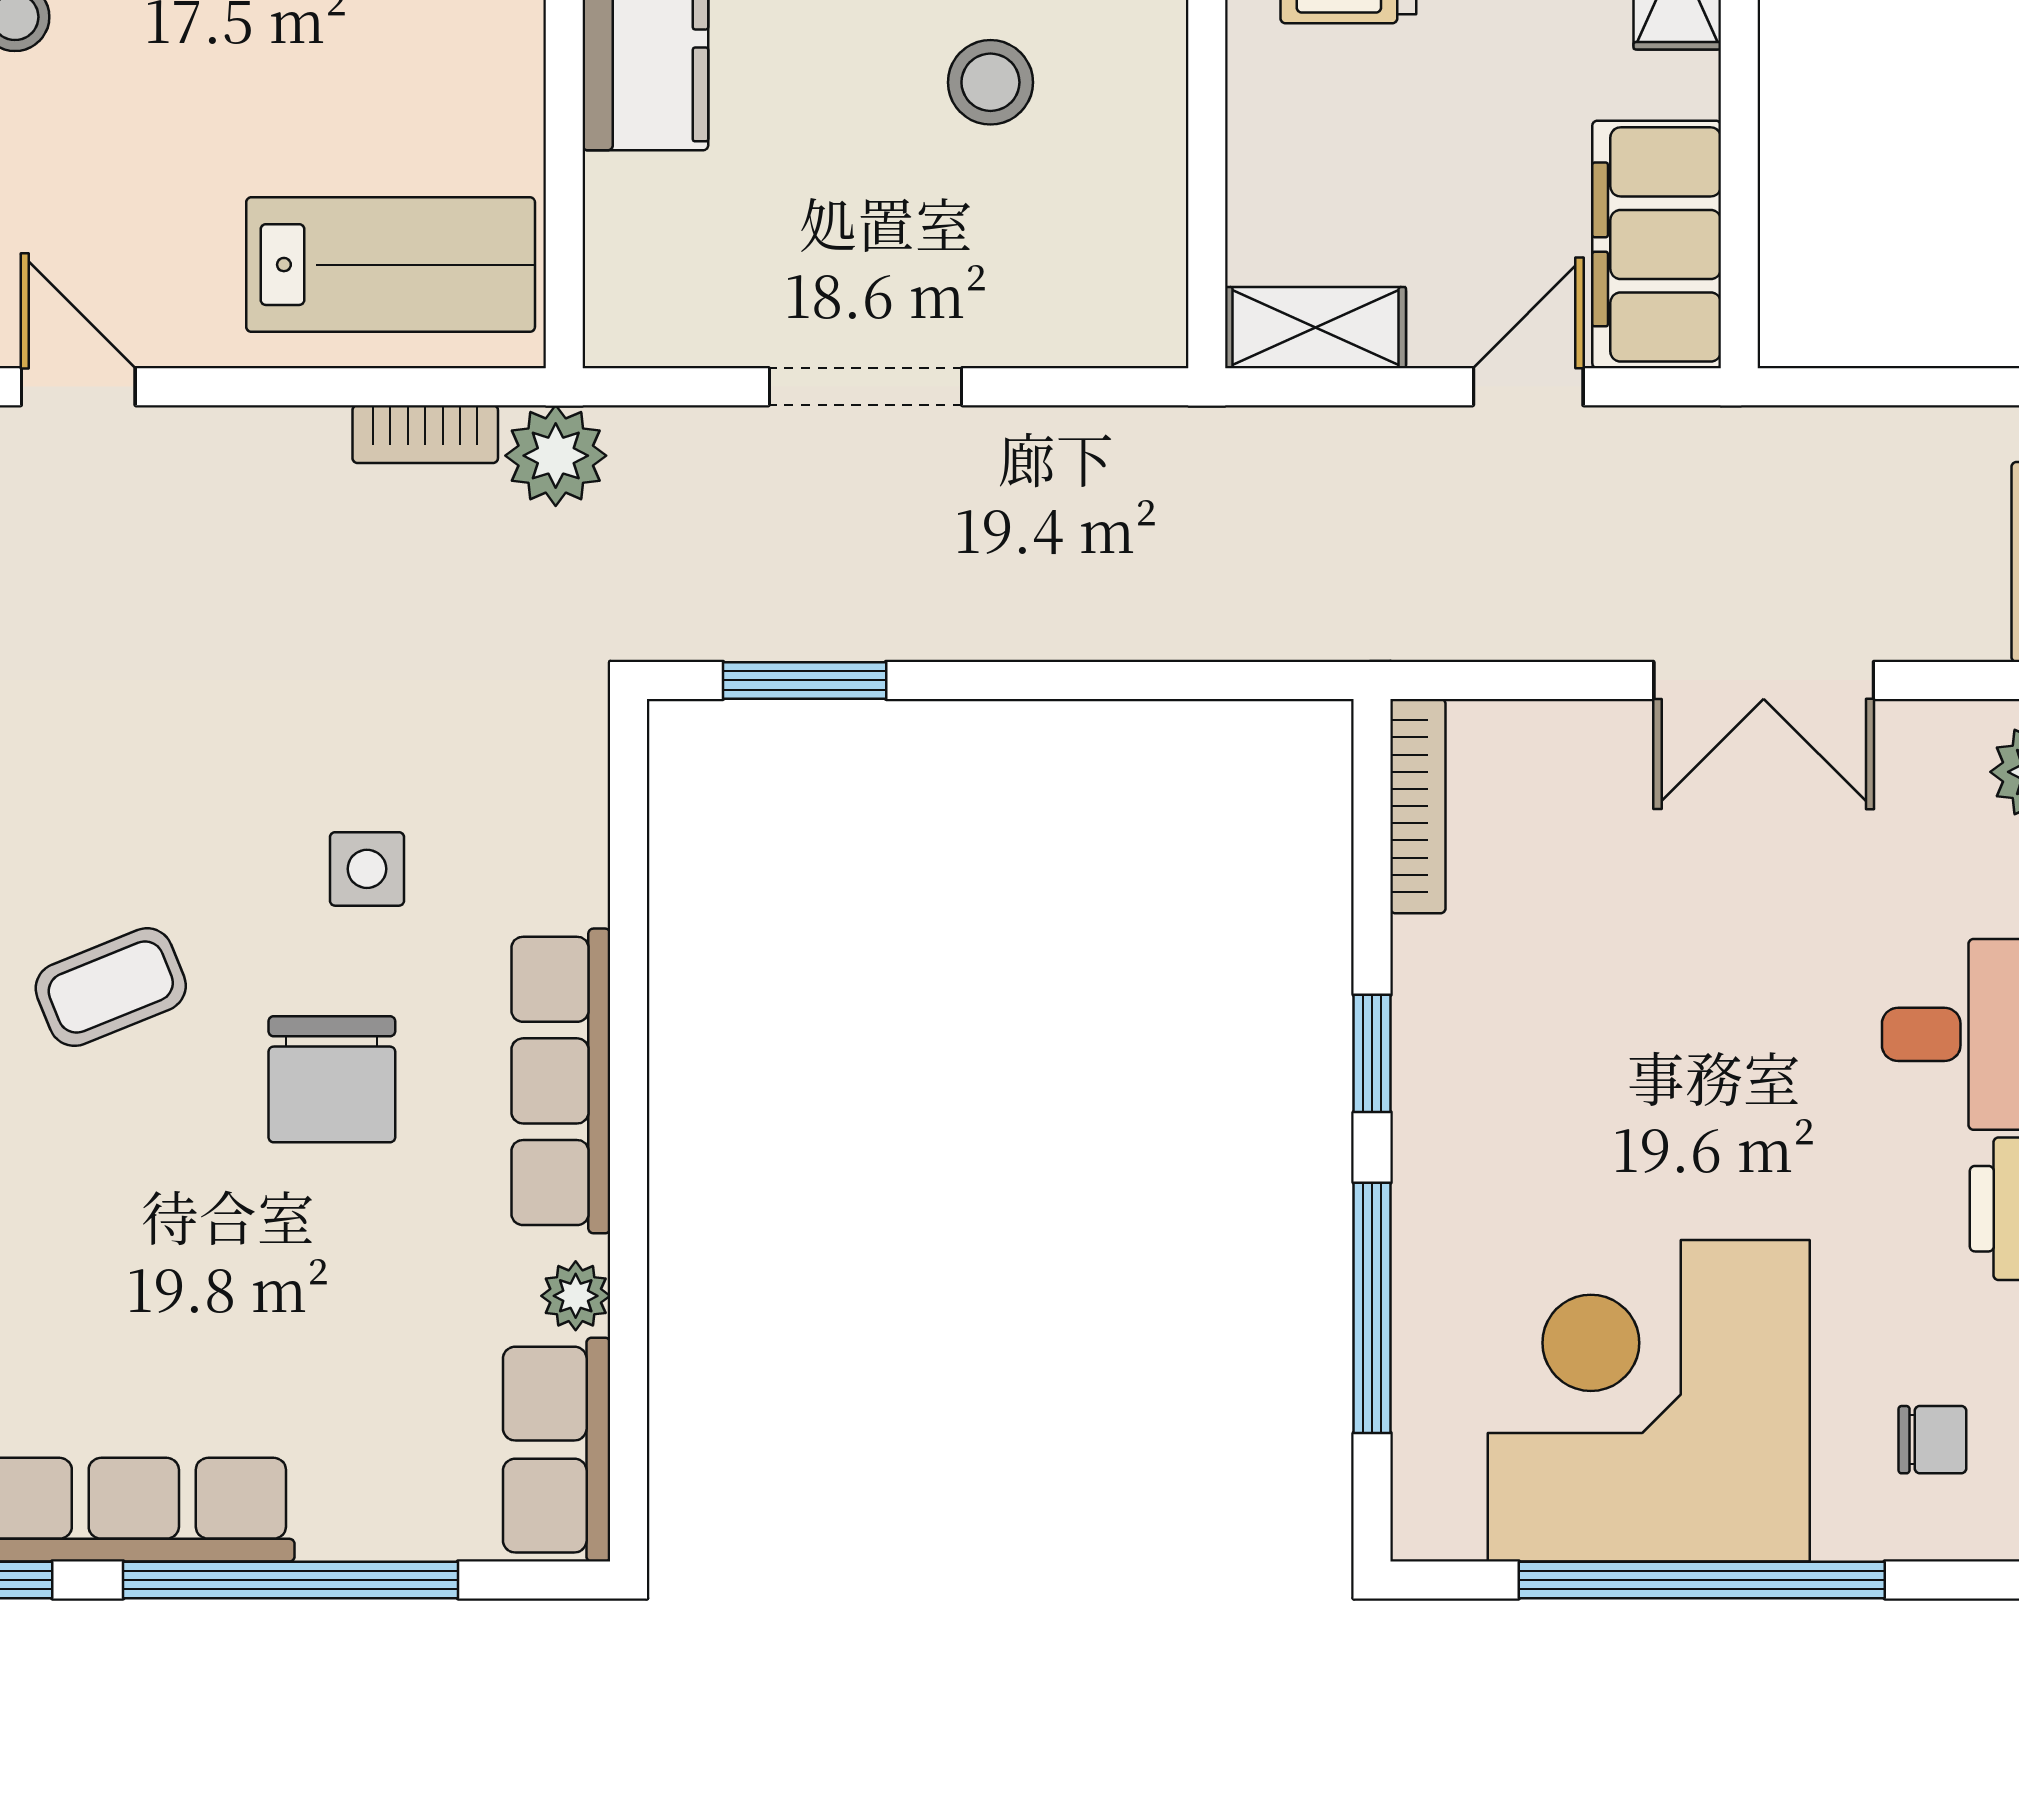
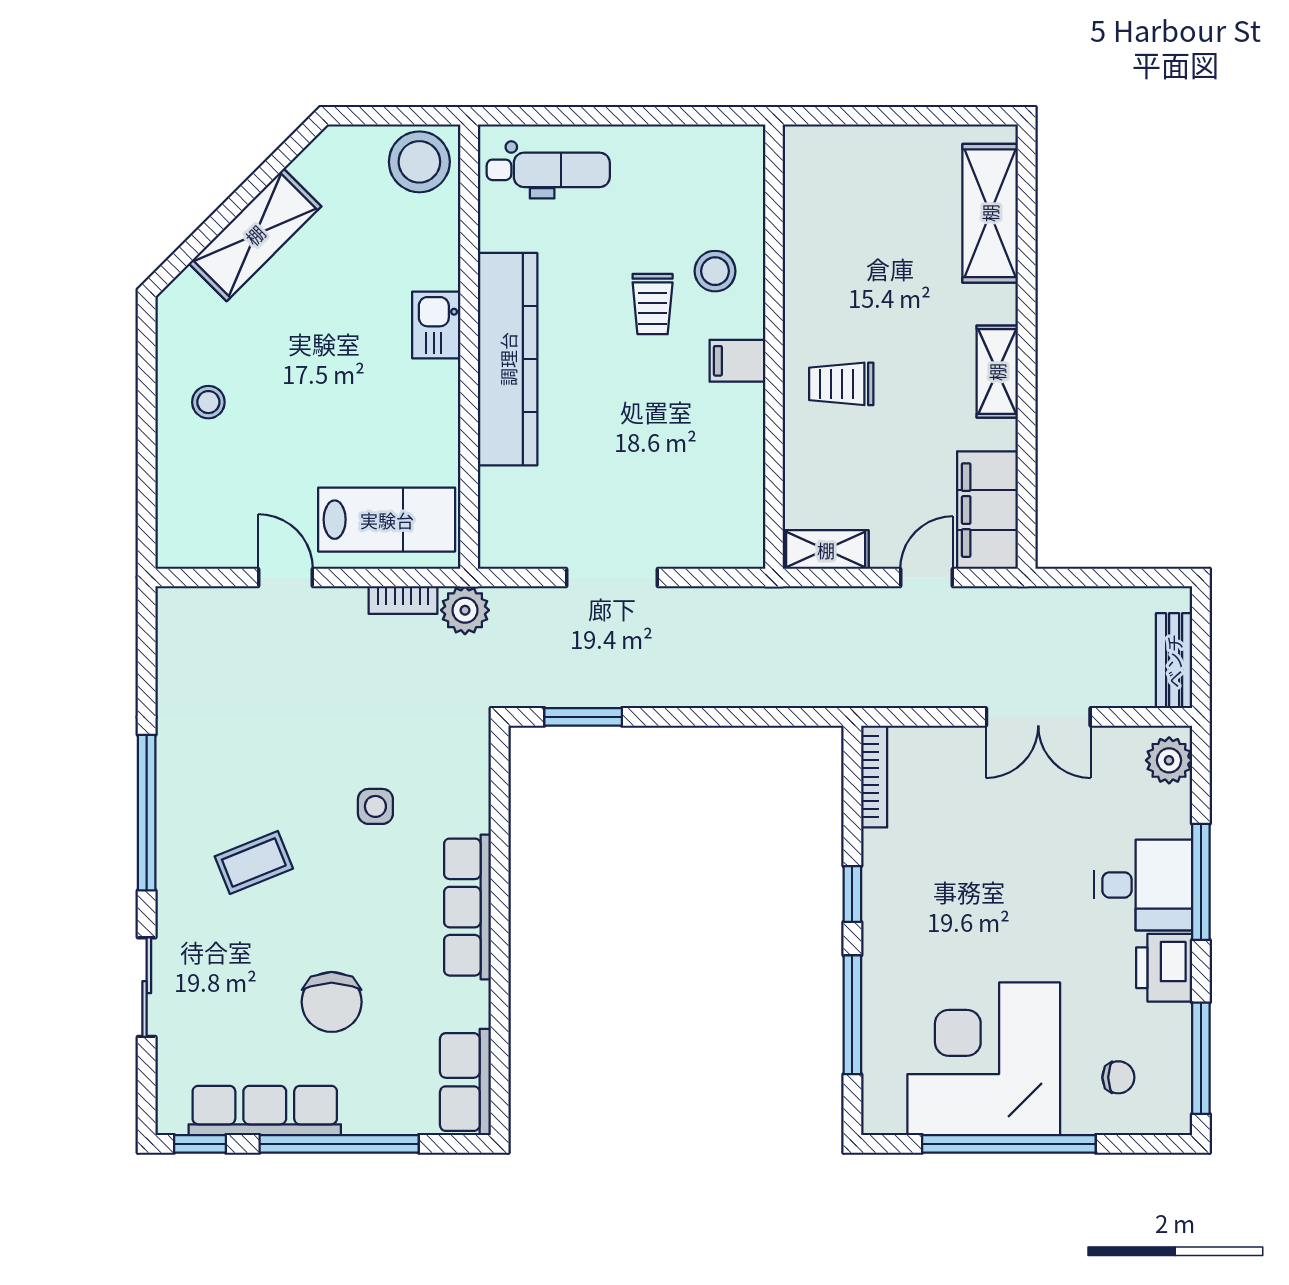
stool: (990, 82) -> (671, 433), removed
door: (78, 387) -> (285, 578), moved
chair: (332, 1079) -> (332, 1002), moved
plant: (576, 1296) -> (474, 1009), removed

